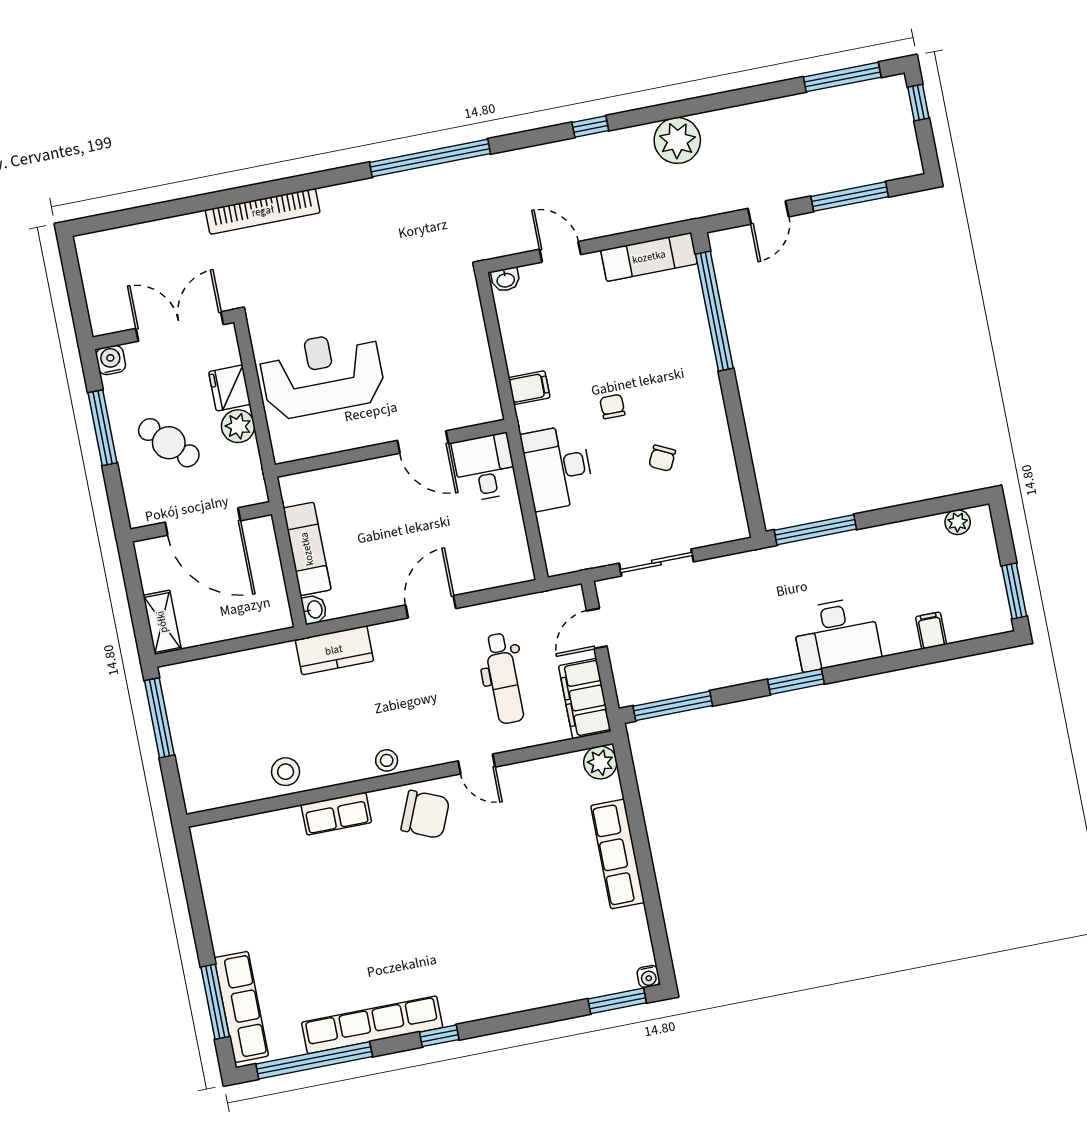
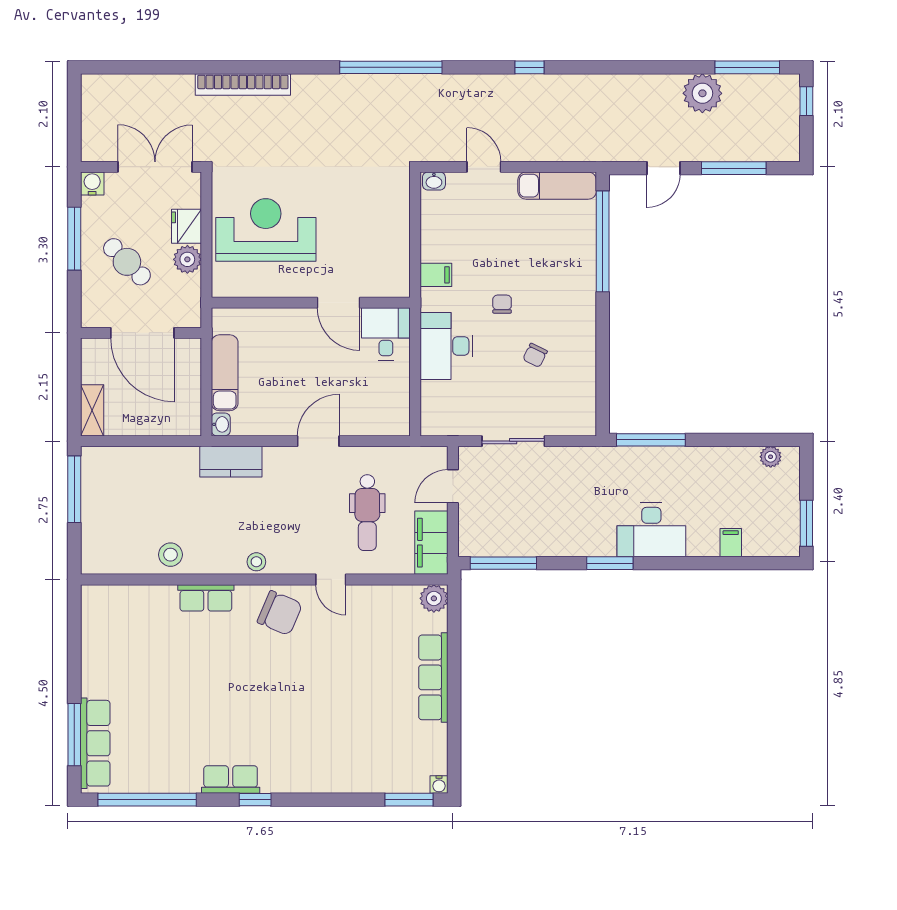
plant: (677, 140) -> (702, 93), moved
row of seats: (372, 1025) -> (231, 779), width x0.50

